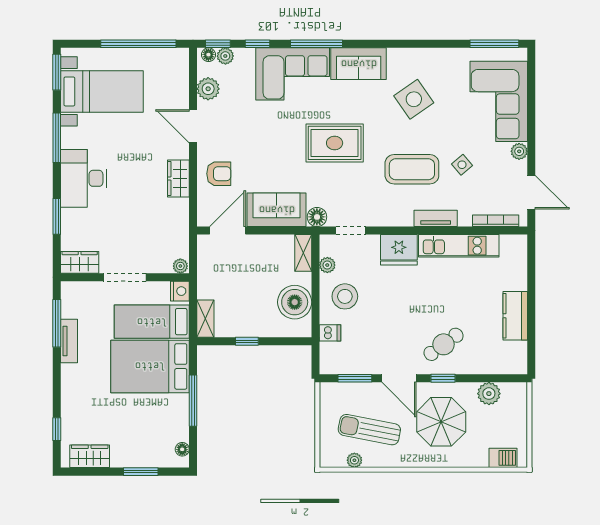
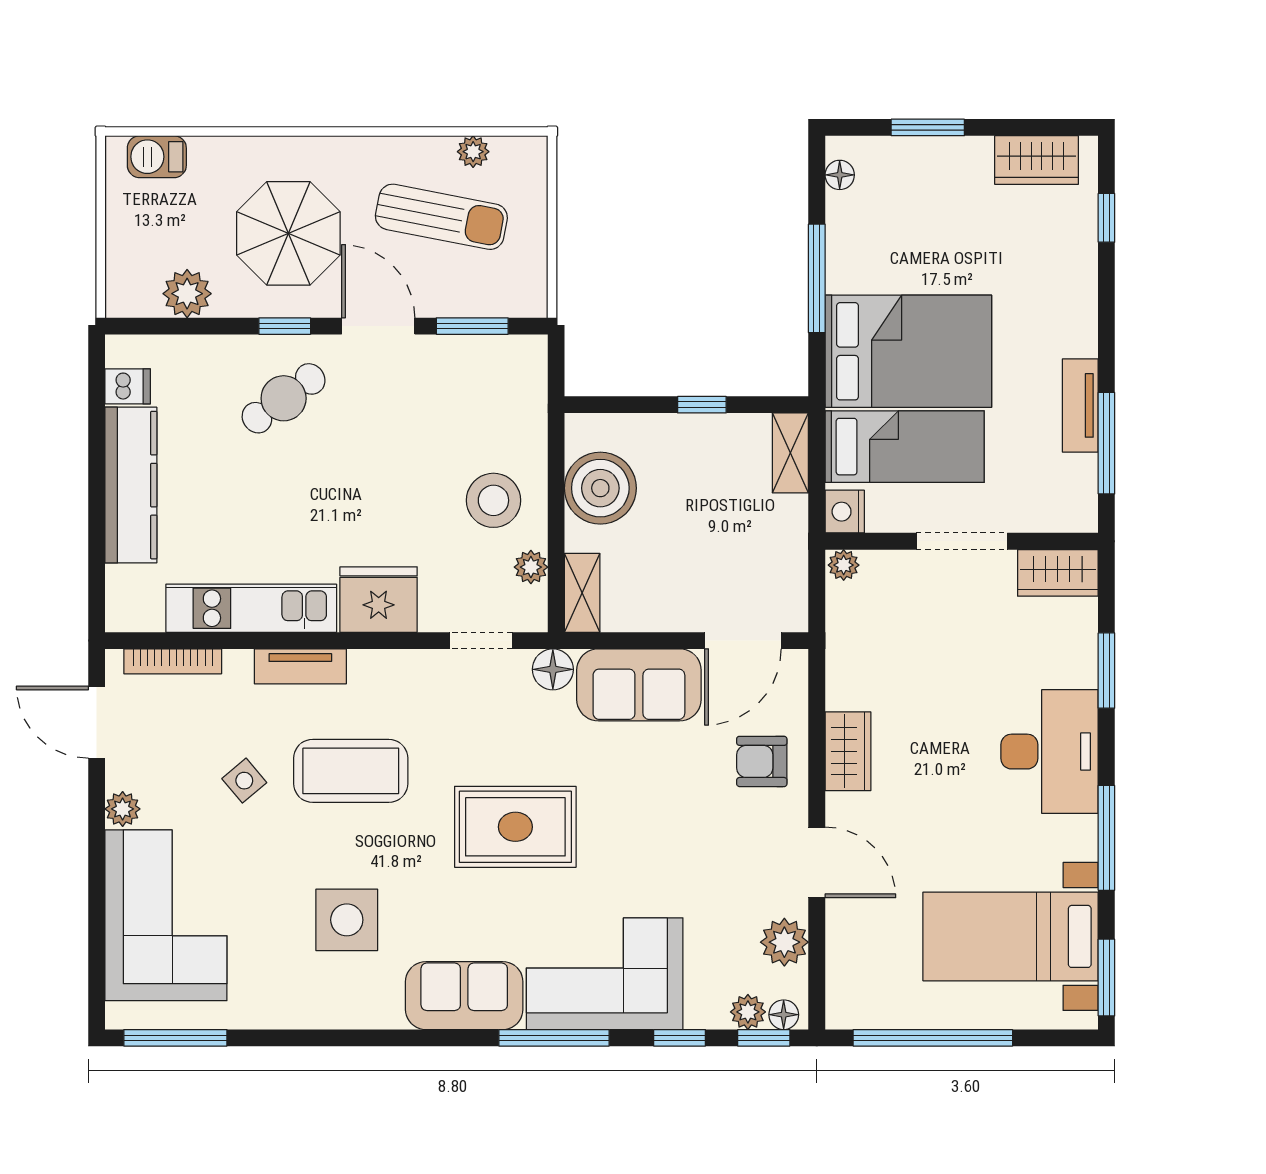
side table: (414, 99) -> (347, 920), turned 35
kitchen counter: (515, 316) -> (131, 485), width x1.50
dishwasher: (330, 333) -> (128, 386), moved, turned 180

